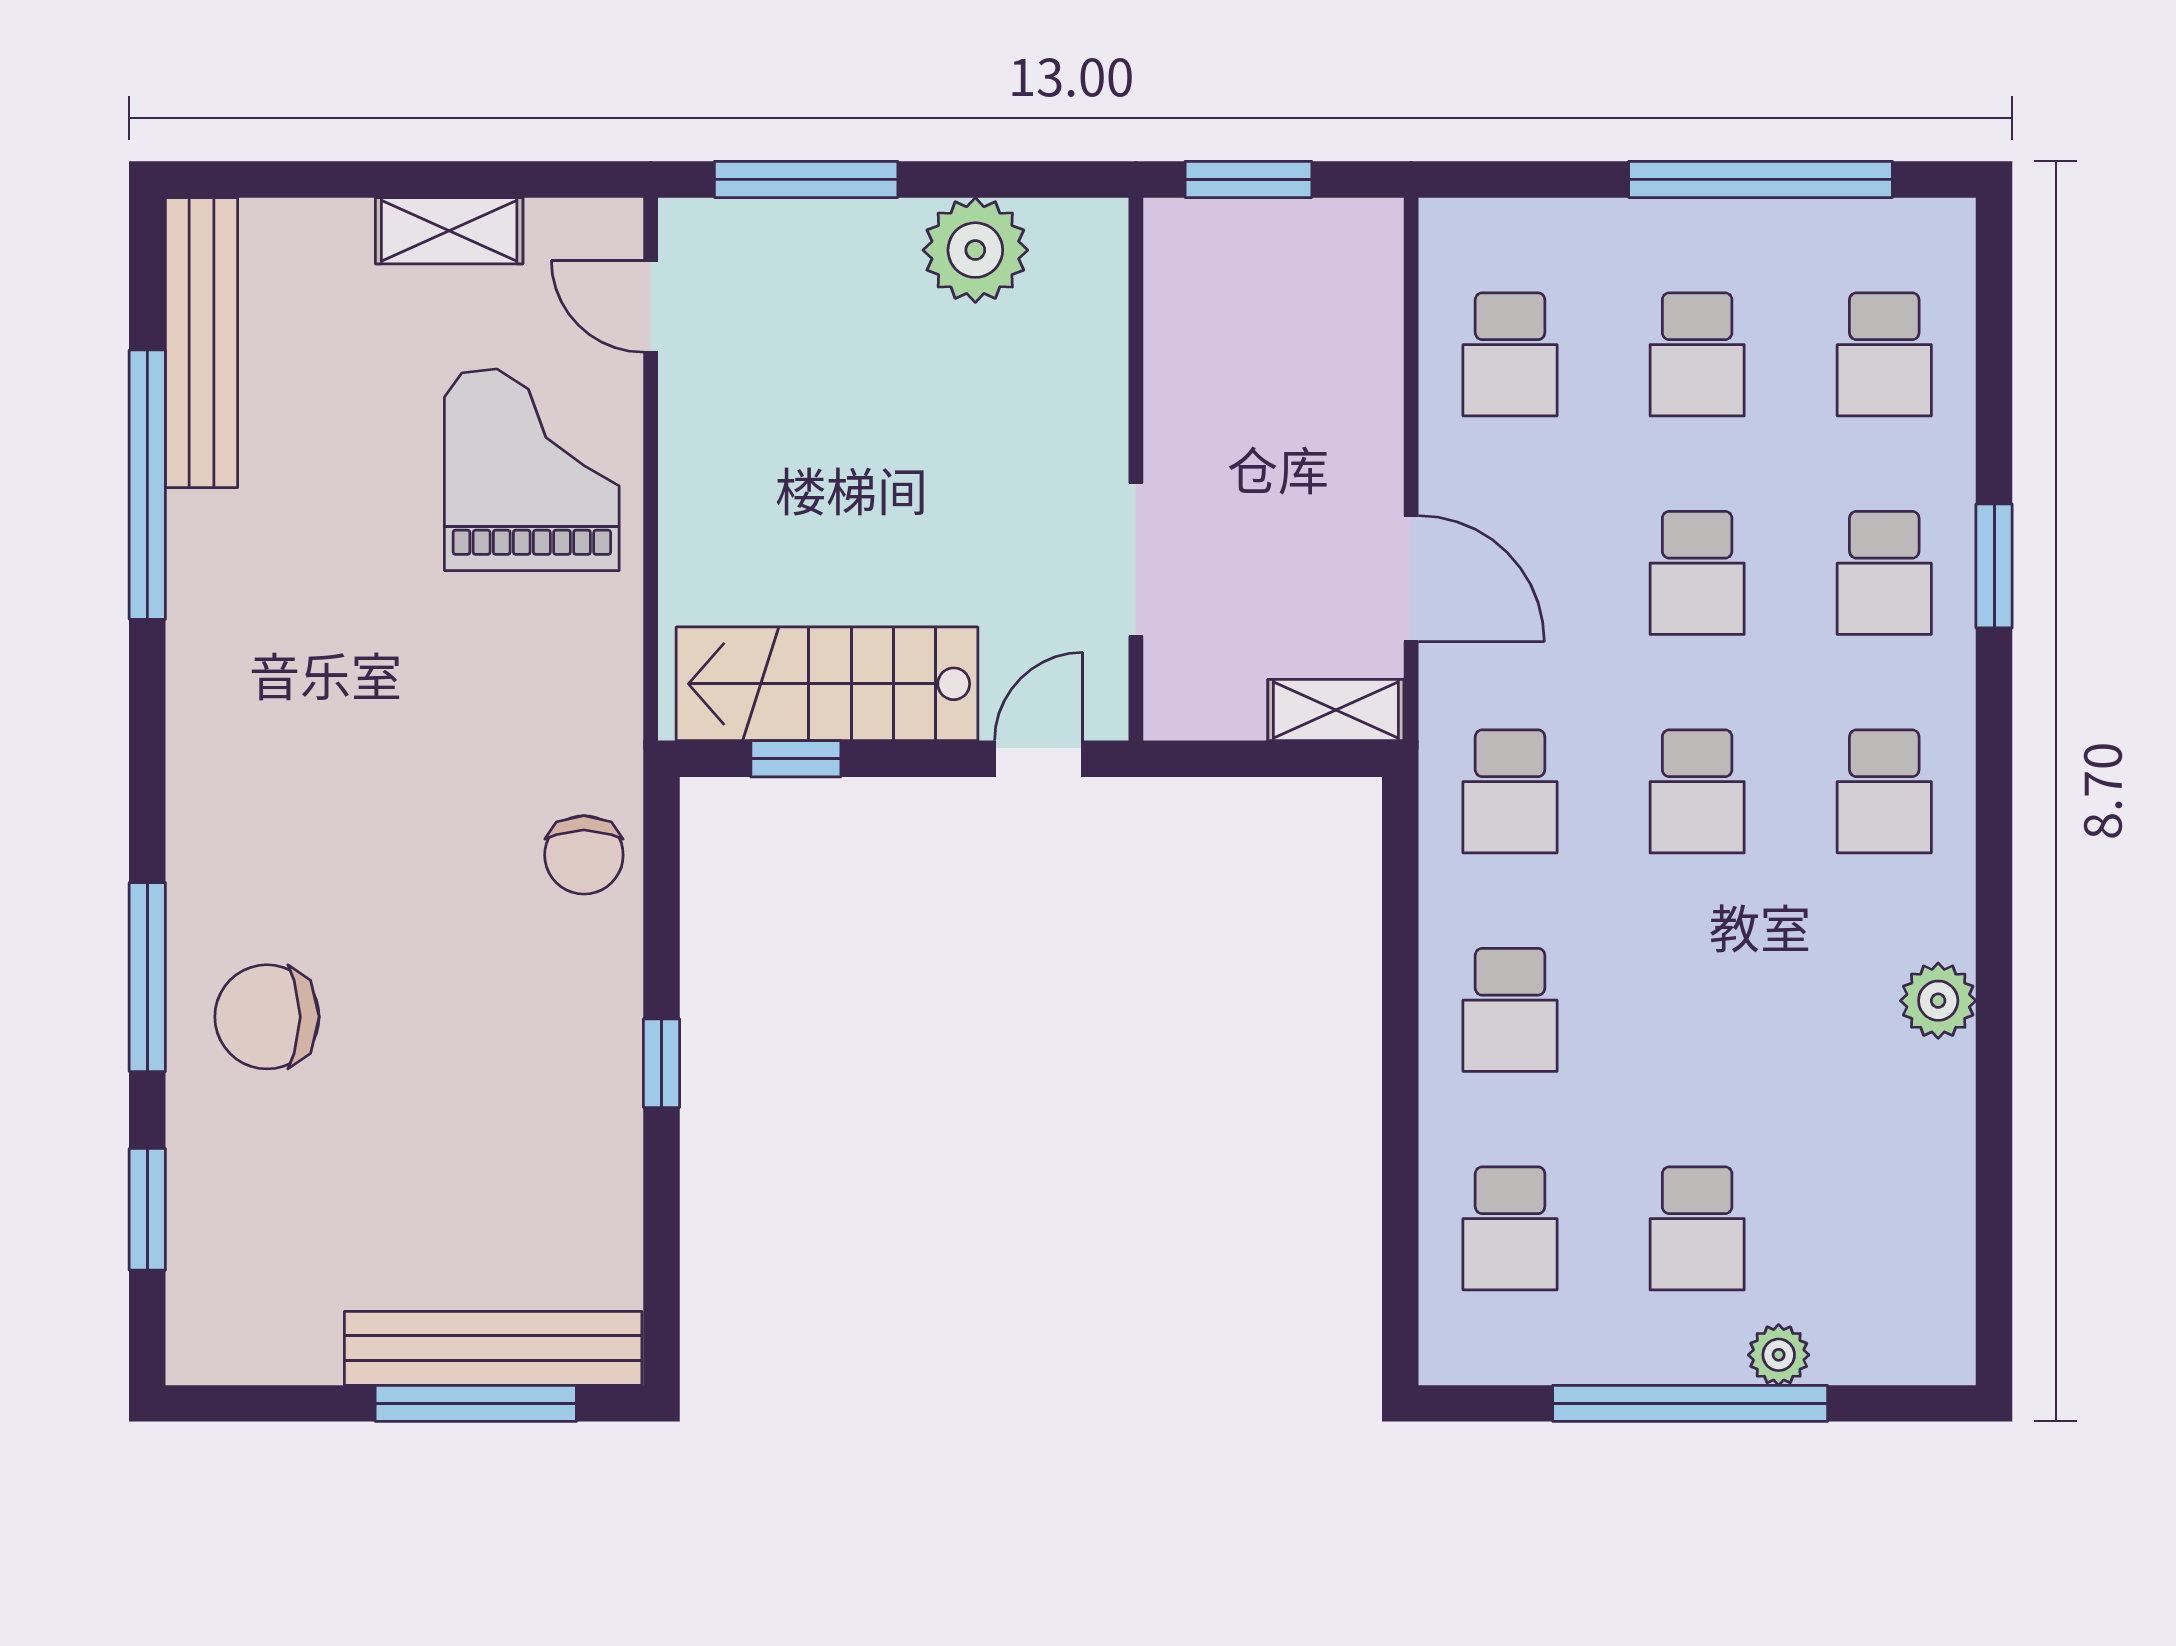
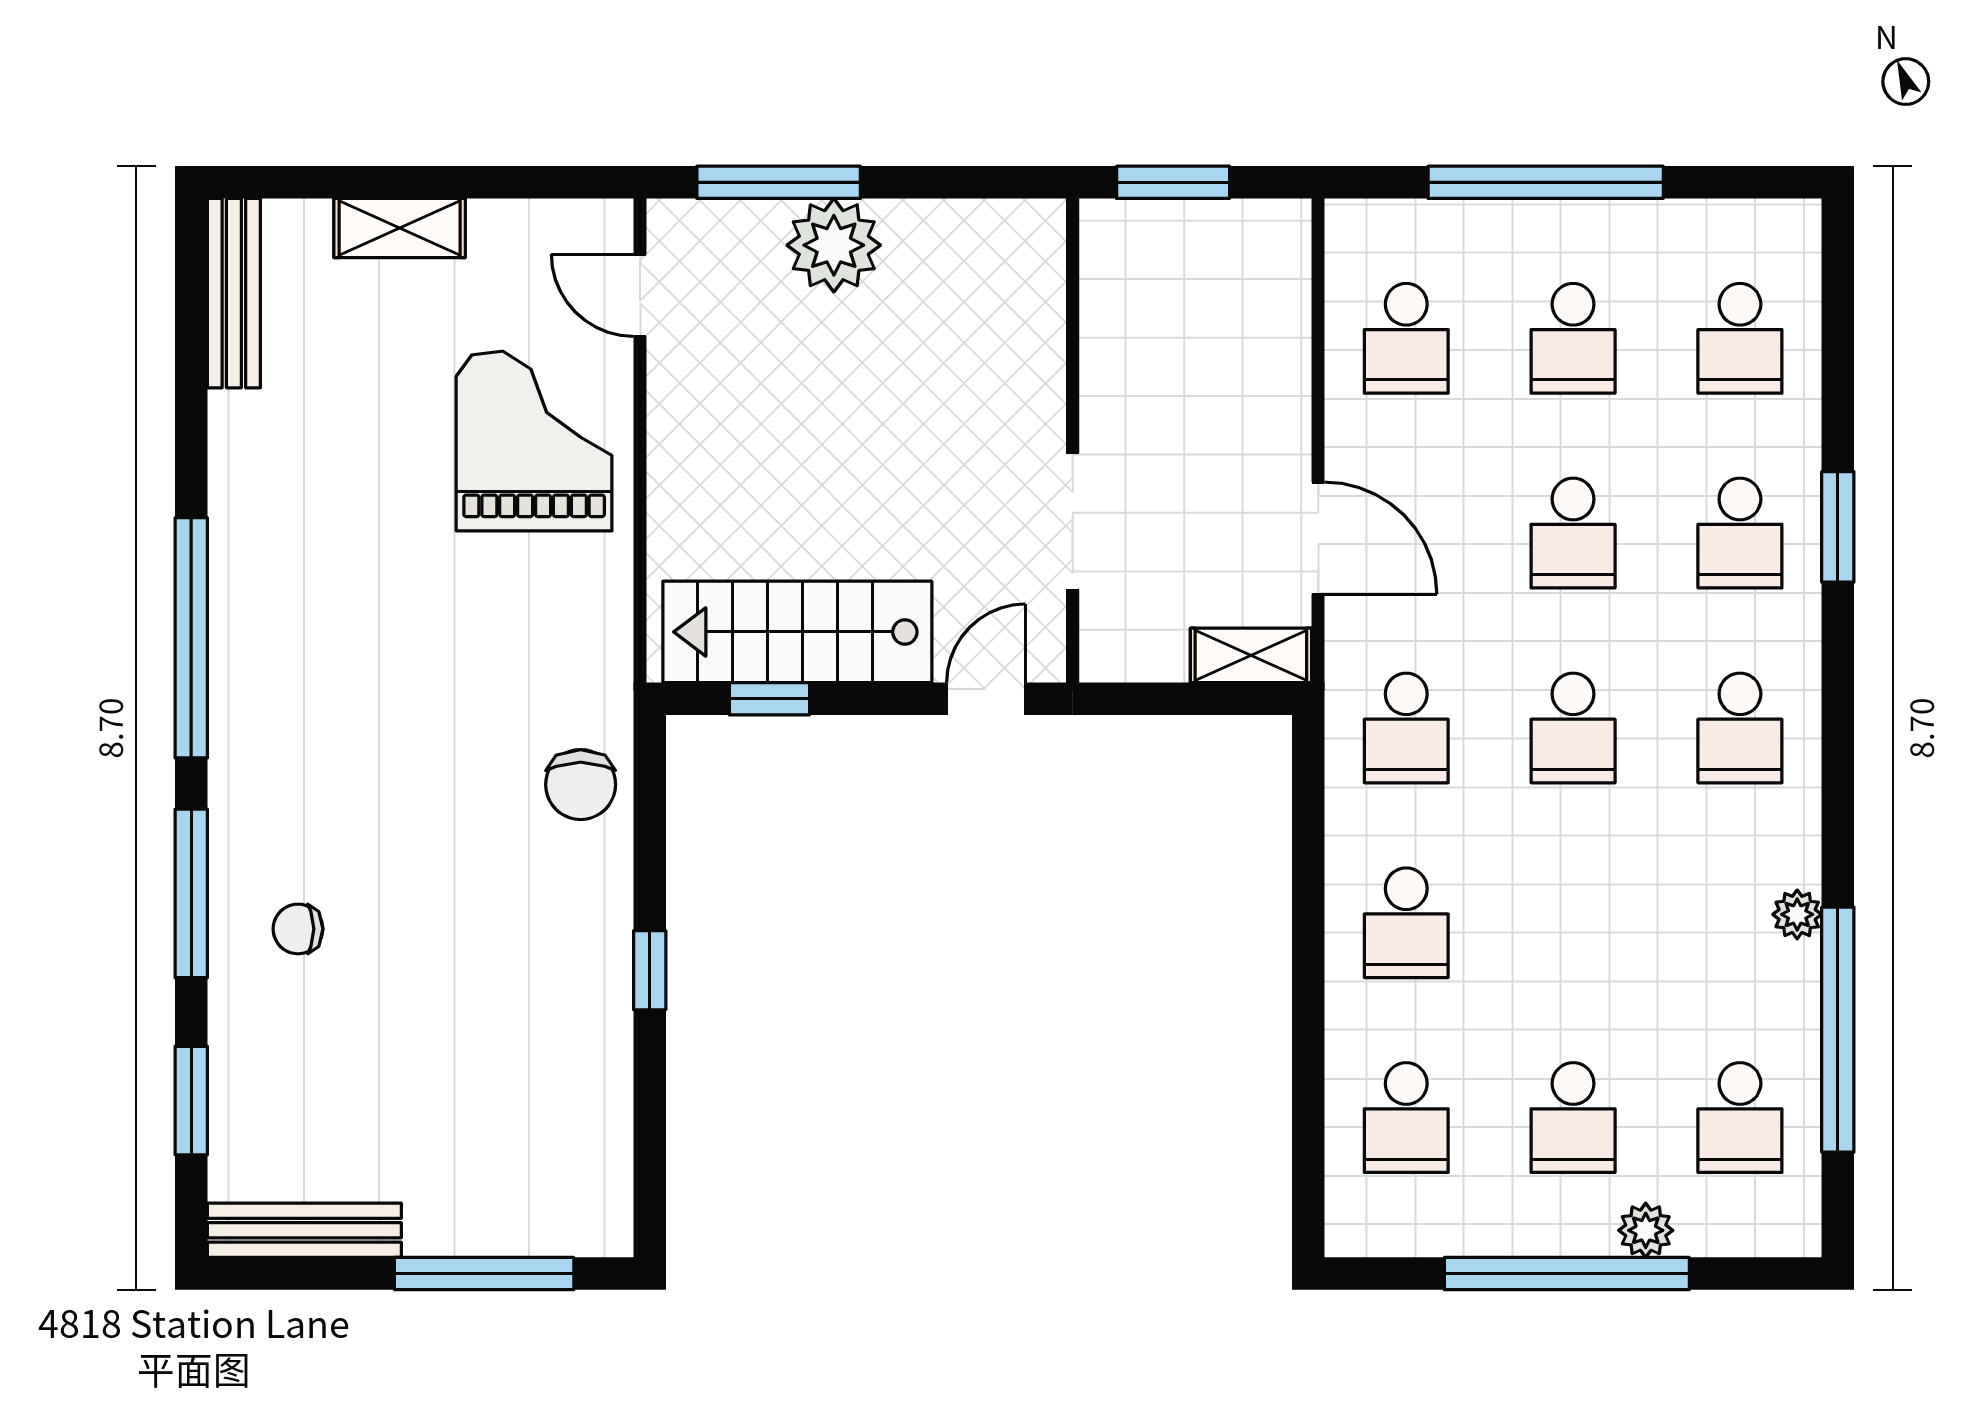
window: (1761, 179) -> (1546, 182), moved
shelving: (449, 231) -> (400, 228), moved
plant: (975, 250) -> (834, 245), moved
bench: (202, 343) -> (234, 293), width x0.73, depth x0.82
window: (147, 485) -> (191, 638), moved
plant: (1938, 1001) -> (1797, 914), width x0.73, depth x0.73
chair: (267, 1017) -> (298, 929), width x0.54, depth x0.54
window: (1994, 1130) -> (1838, 1030), added
school desk: (1884, 1228) -> (1740, 1118), added
bench: (493, 1348) -> (304, 1230), moved, width x0.73, depth x0.82

